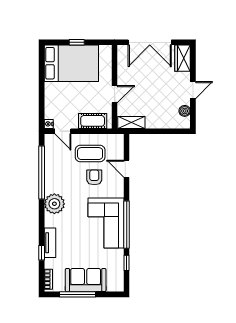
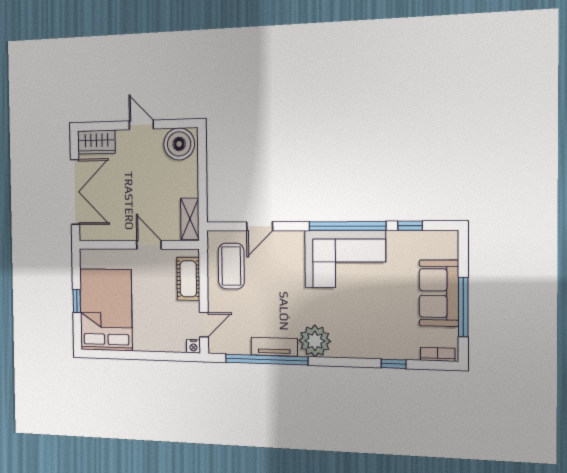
boiler: (185, 111) -> (179, 144), width x1.86, depth x1.86
coffee table: (90, 154) -> (231, 266), moved
armchair: (94, 177) -> (273, 277), removed
tv unit: (50, 243) -> (274, 347), moved

